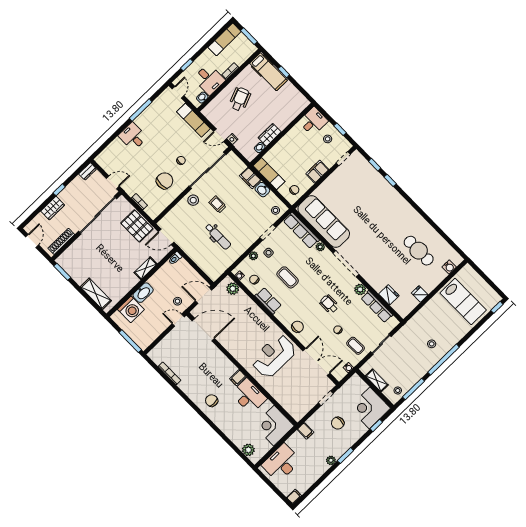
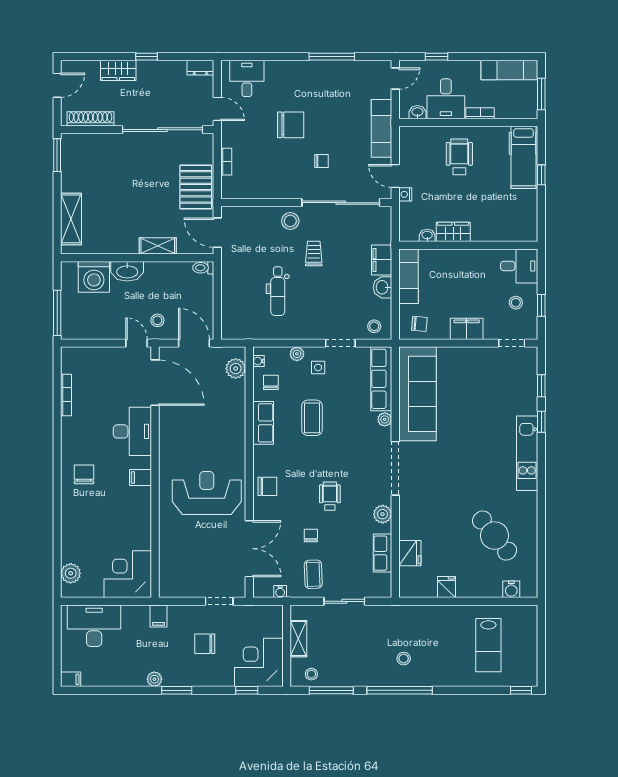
wheelchair: (240, 99) -> (459, 157), turned -68
desk: (133, 136) -> (247, 78), moved
chair: (165, 181) -> (291, 125), moved
kitchen unit: (397, 200) -> (527, 453), added
cafe table: (419, 251) -> (495, 536), turned -39
lab bench: (463, 301) -> (488, 645), width x0.73, depth x0.72
row of seats: (377, 307) -> (383, 553), width x0.68
desk: (249, 396) -> (132, 431), moved

